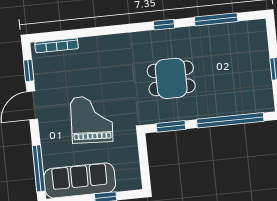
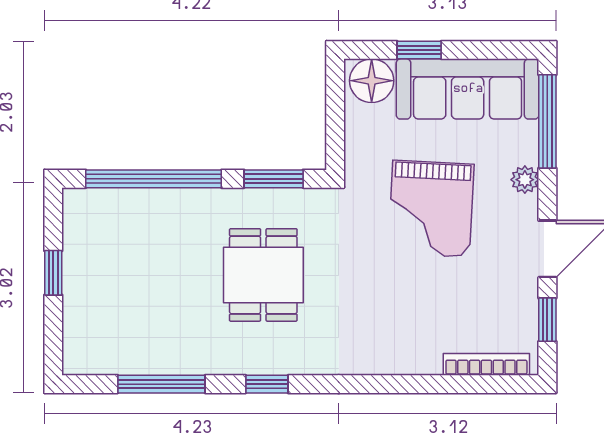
dining table: (171, 78) -> (263, 275), turned 90
plant: (47, 139) -> (525, 180), added
floor lamp: (127, 180) -> (372, 81), added

